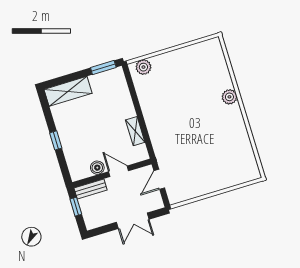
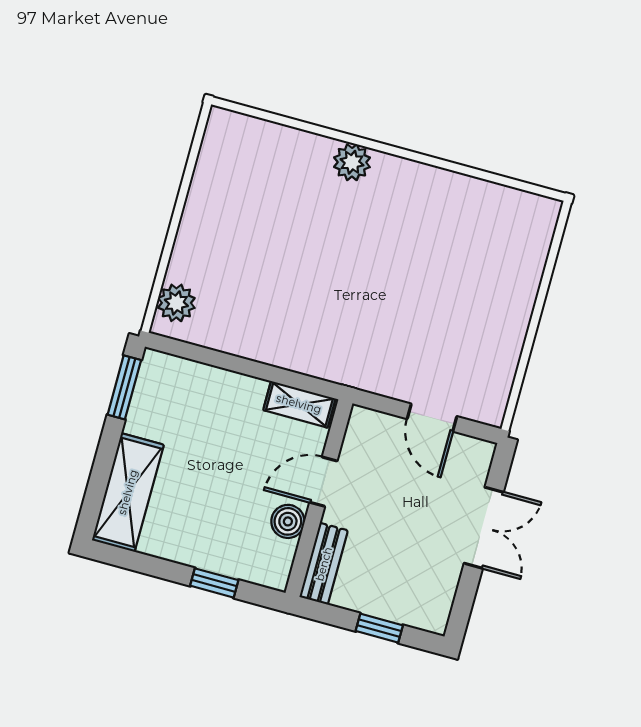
boiler: (97, 168) -> (288, 521), moved
door: (119, 171) -> (323, 482), moved
wall: (112, 173) -> (319, 498), moved
bench: (91, 189) -> (324, 564), moved

